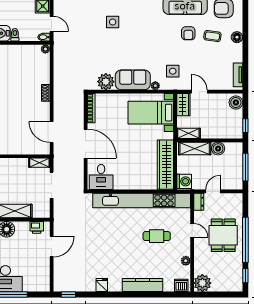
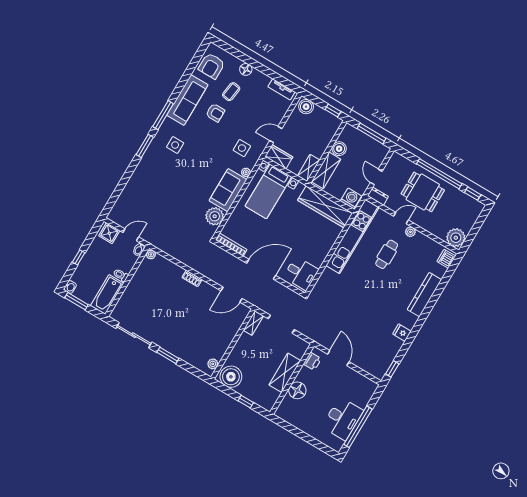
side table: (113, 22) -> (175, 145), moved
kitchen unit: (142, 200) -> (352, 236), width x0.73
plant: (186, 261) -> (410, 232), moved

